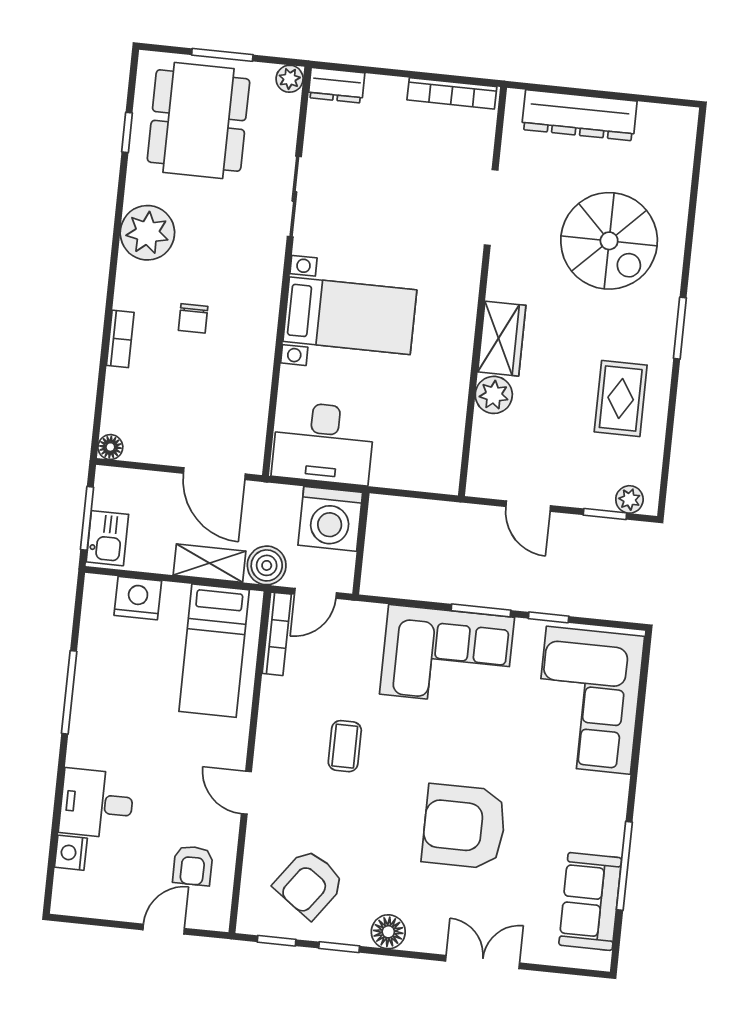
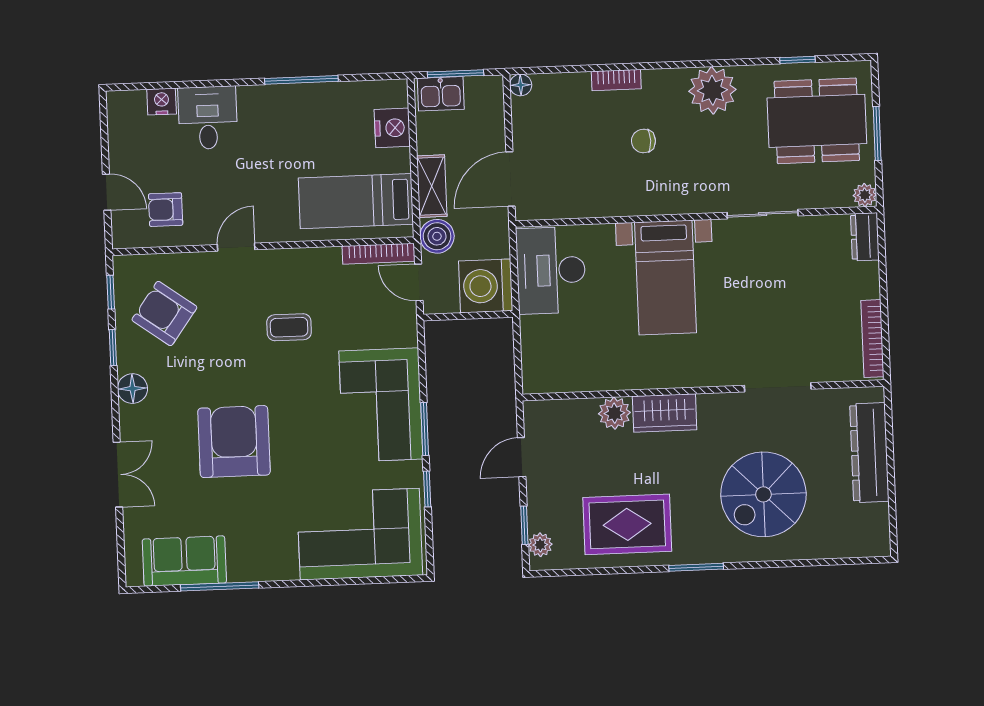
rug: (621, 399) -> (627, 524), width x1.36, depth x1.43

